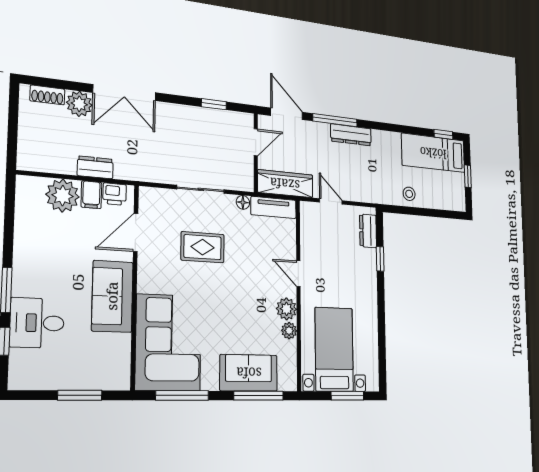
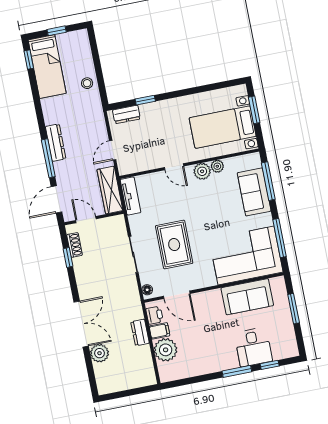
shoe rack: (47, 95) -> (75, 245), moved
floor lamp: (243, 202) -> (147, 290), moved
rug: (203, 247) -> (174, 245), width x1.36, depth x1.43
door: (298, 274) -> (174, 167), hinge flipped
sofa: (112, 296) -> (247, 297), moved

